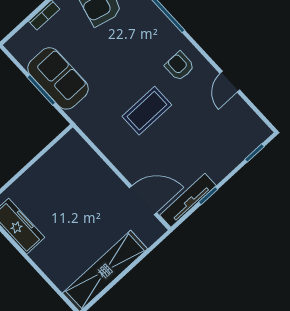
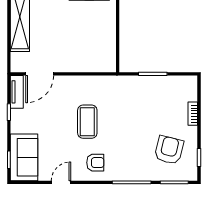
sofa: (58, 78) -> (24, 157), moved, turned -90
door: (230, 82) -> (61, 182), hinge flipped
tv unit: (188, 200) -> (17, 92), width x0.71

